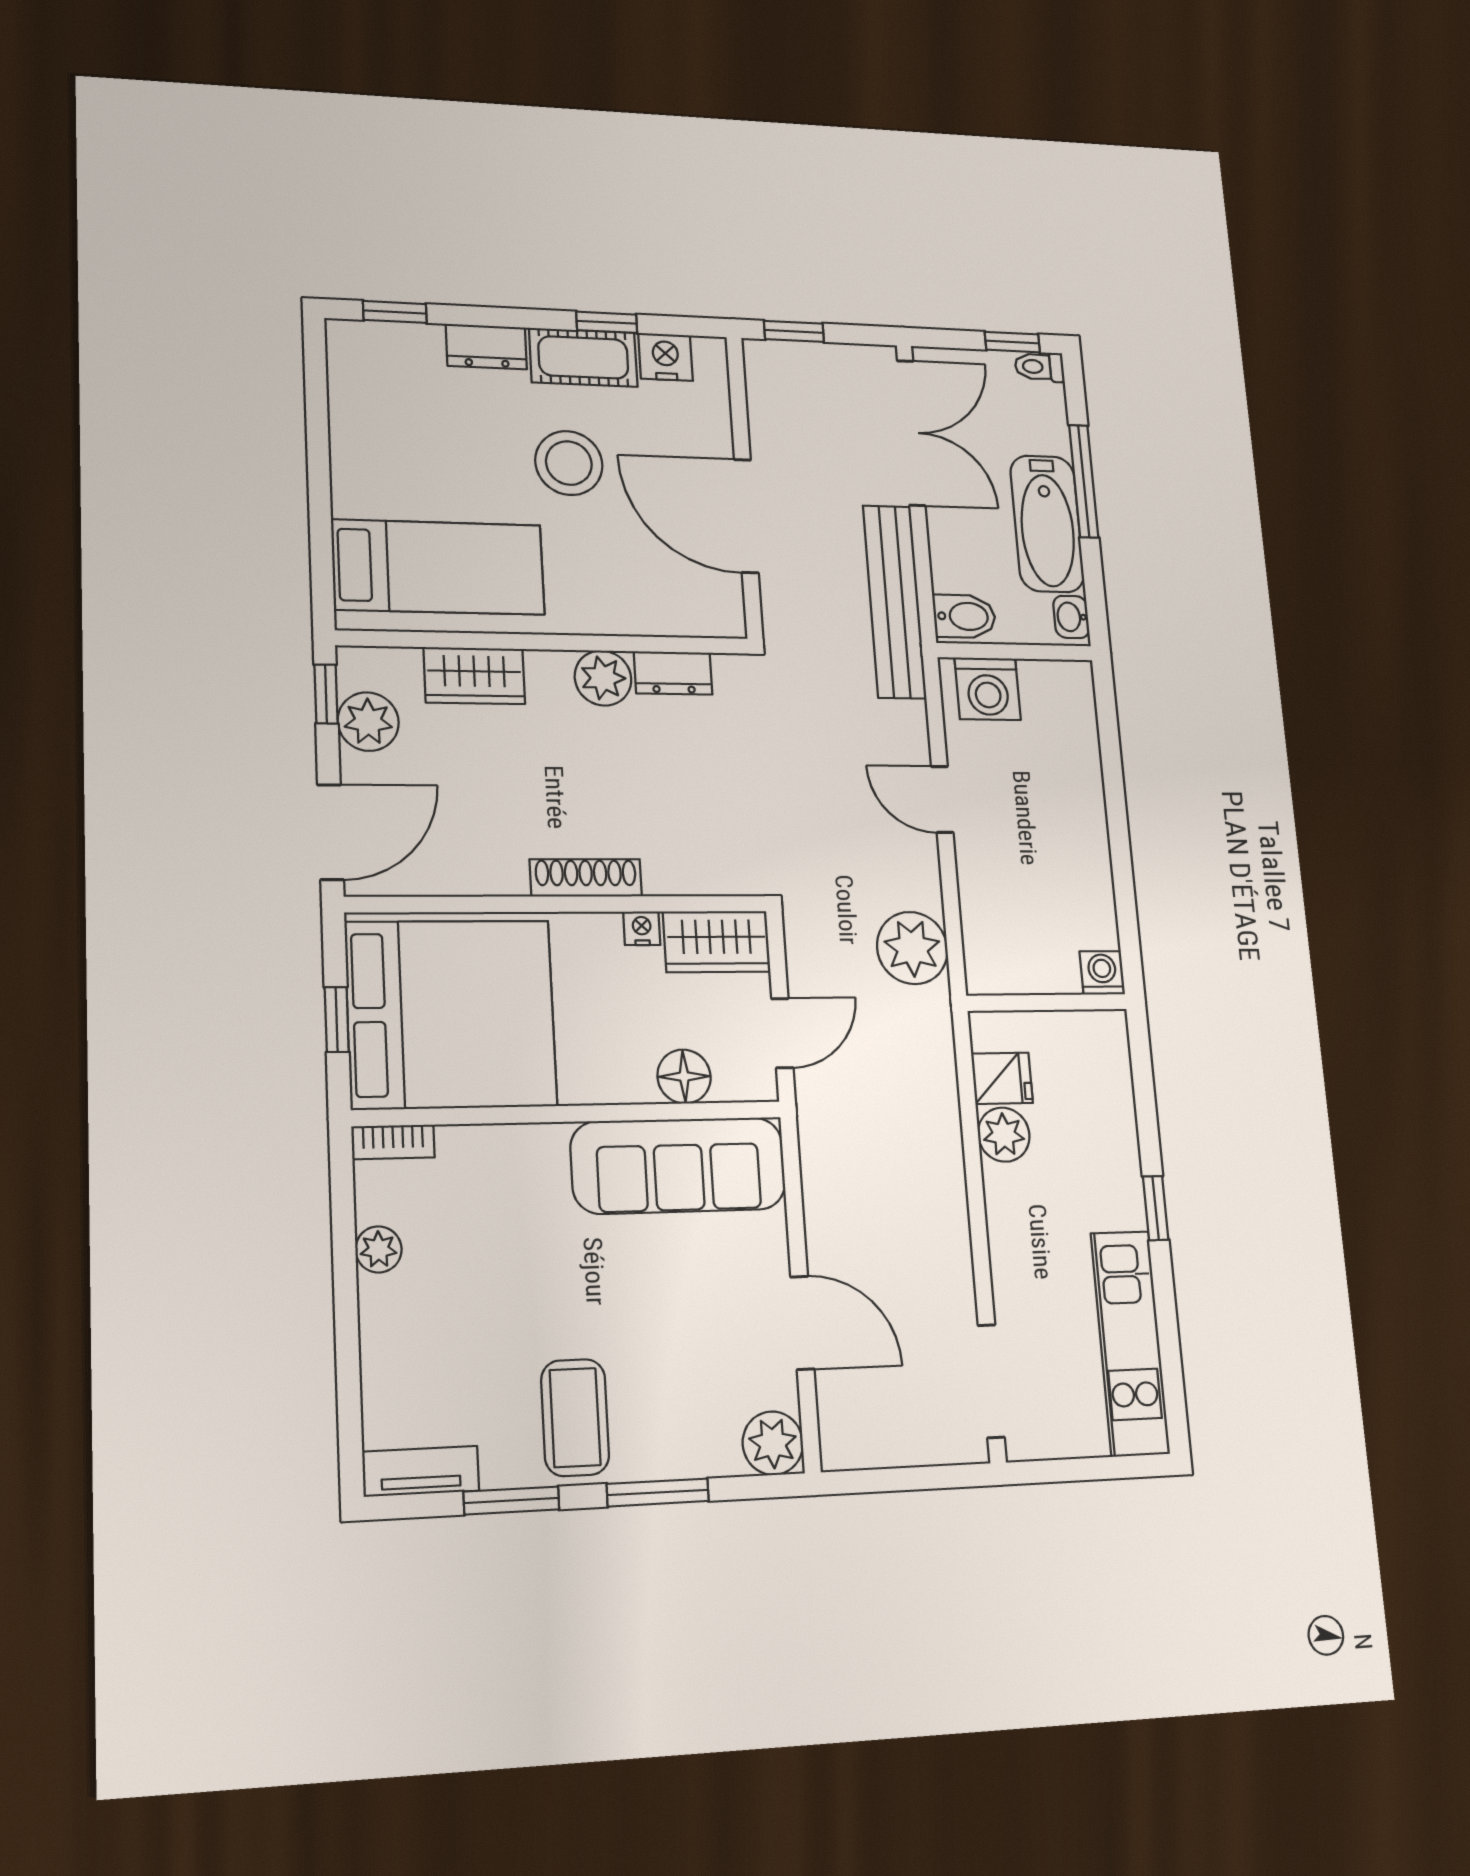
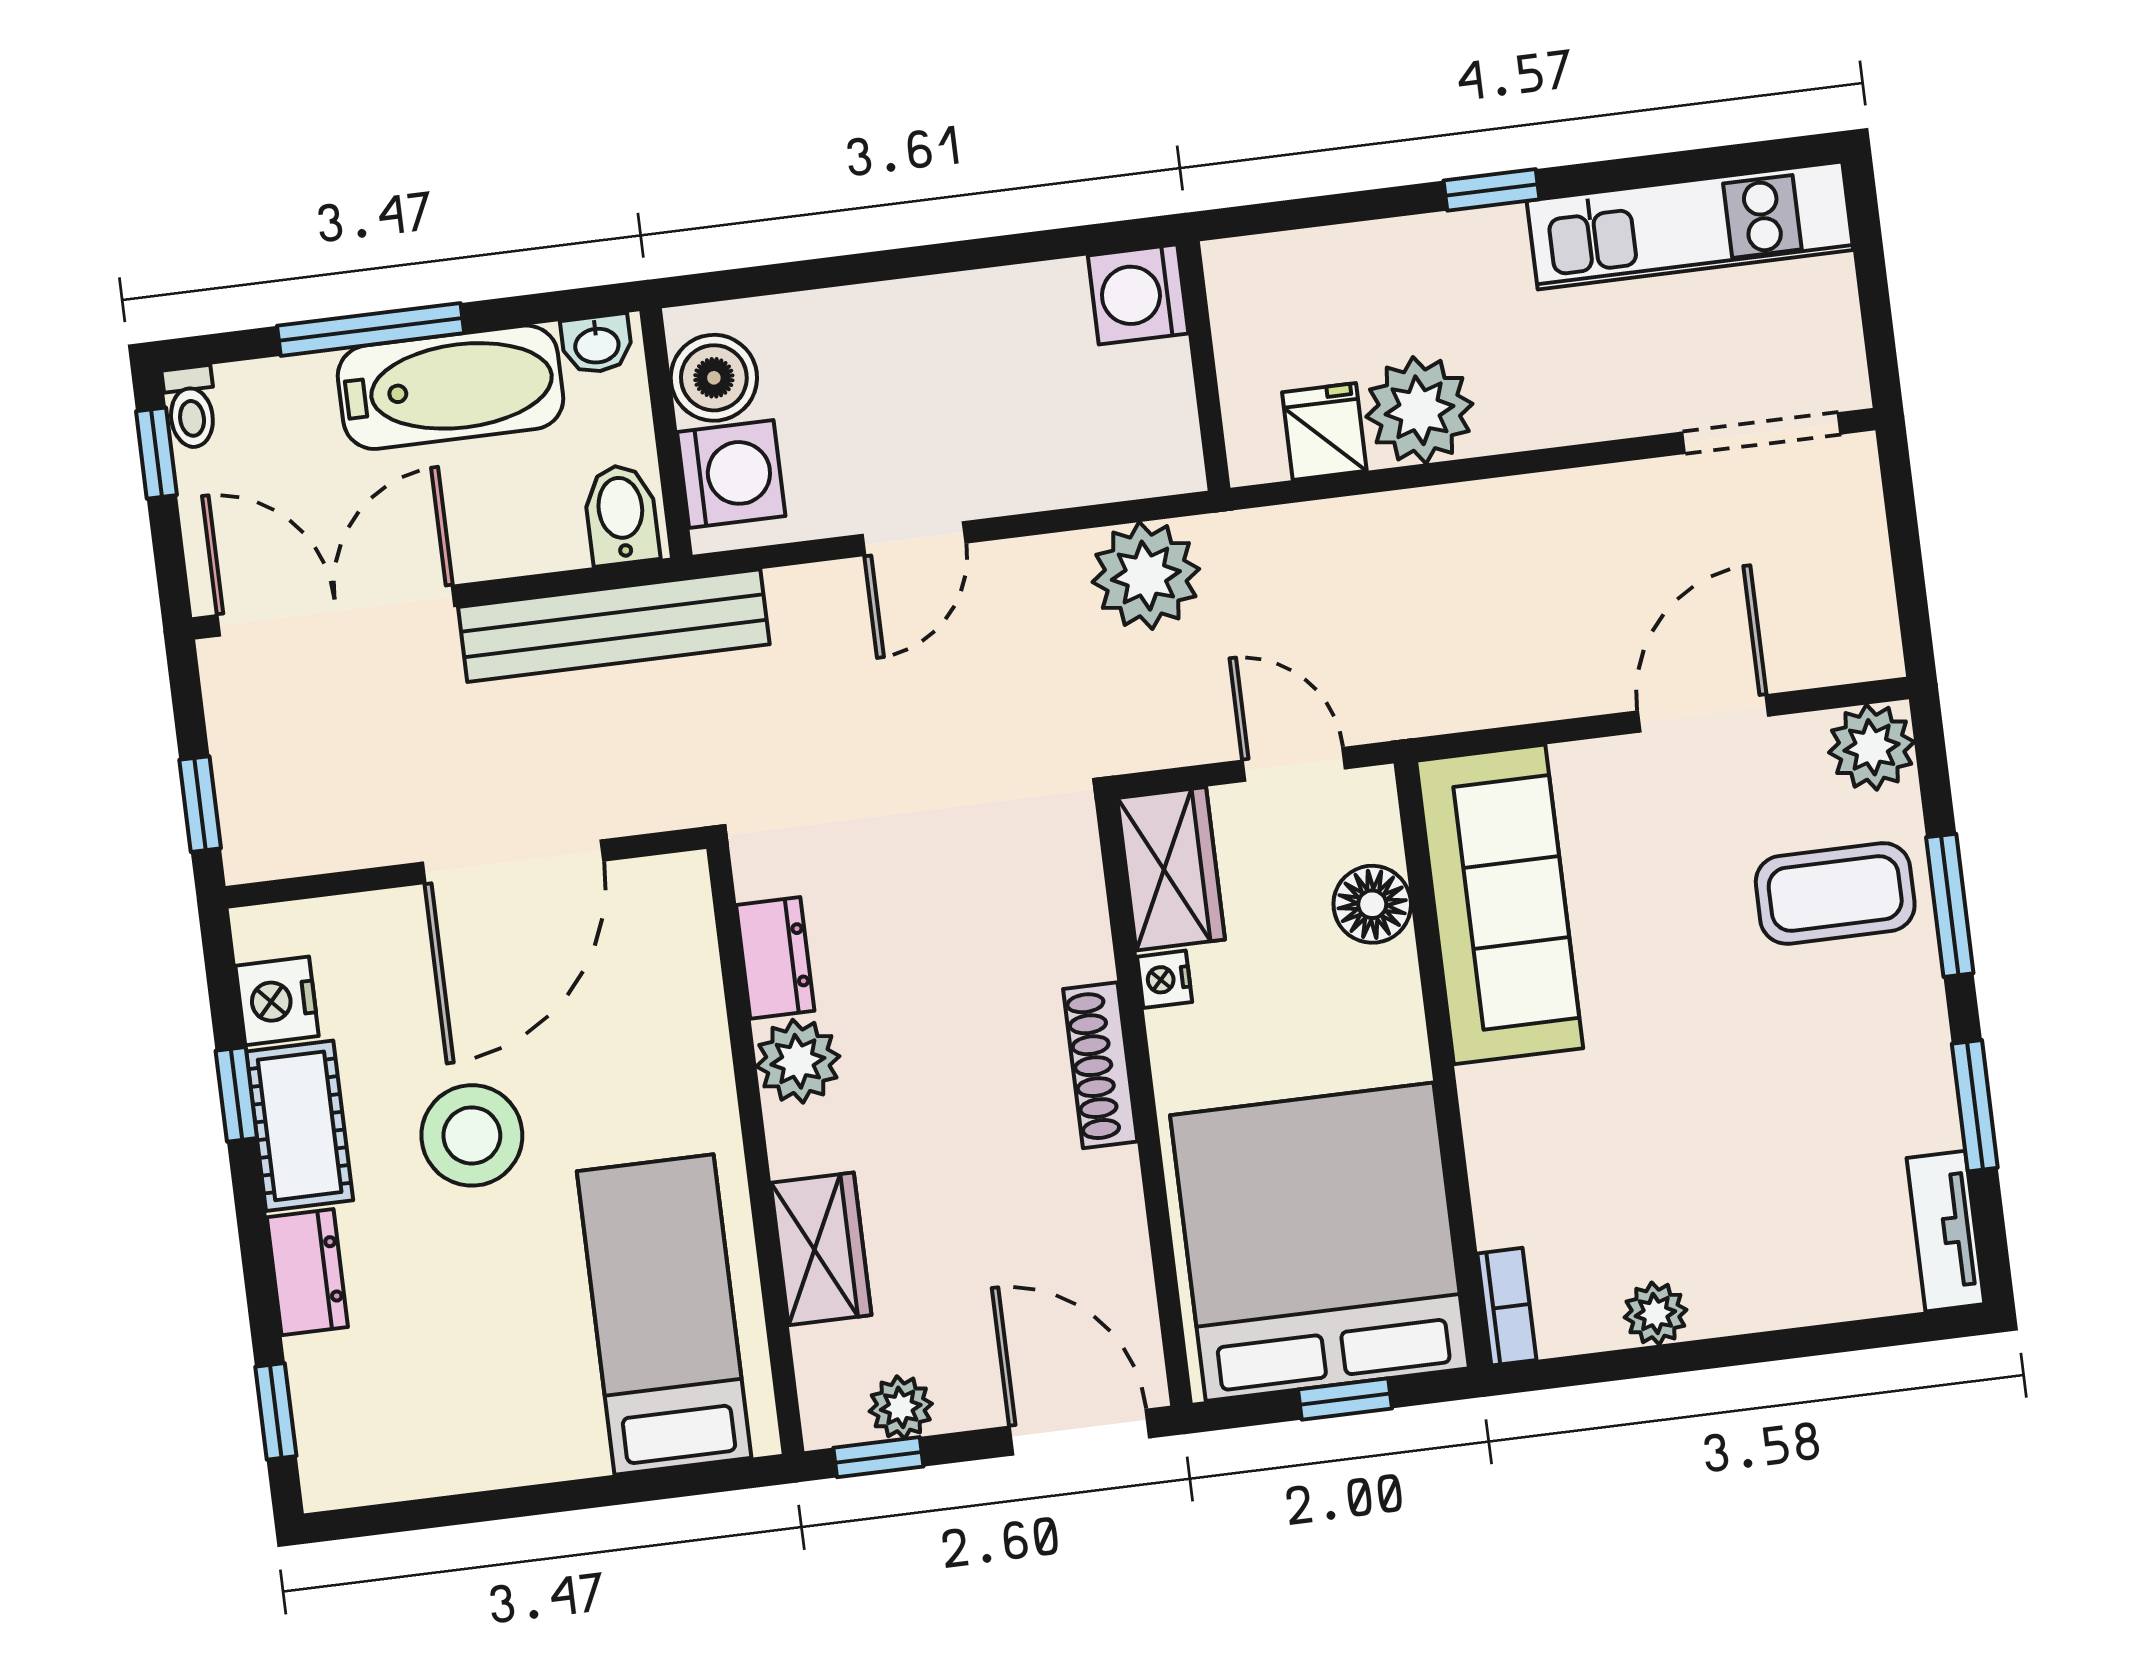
boiler: (1048, 686) -> (714, 378), added
plant: (368, 722) -> (901, 1407), width x0.73, depth x0.73
washing machine: (1102, 973) -> (1138, 294), width x1.38, depth x1.38
plant: (1004, 1135) -> (1419, 410), width x1.36, depth x1.36
coffee table: (575, 1418) -> (1835, 893), moved

